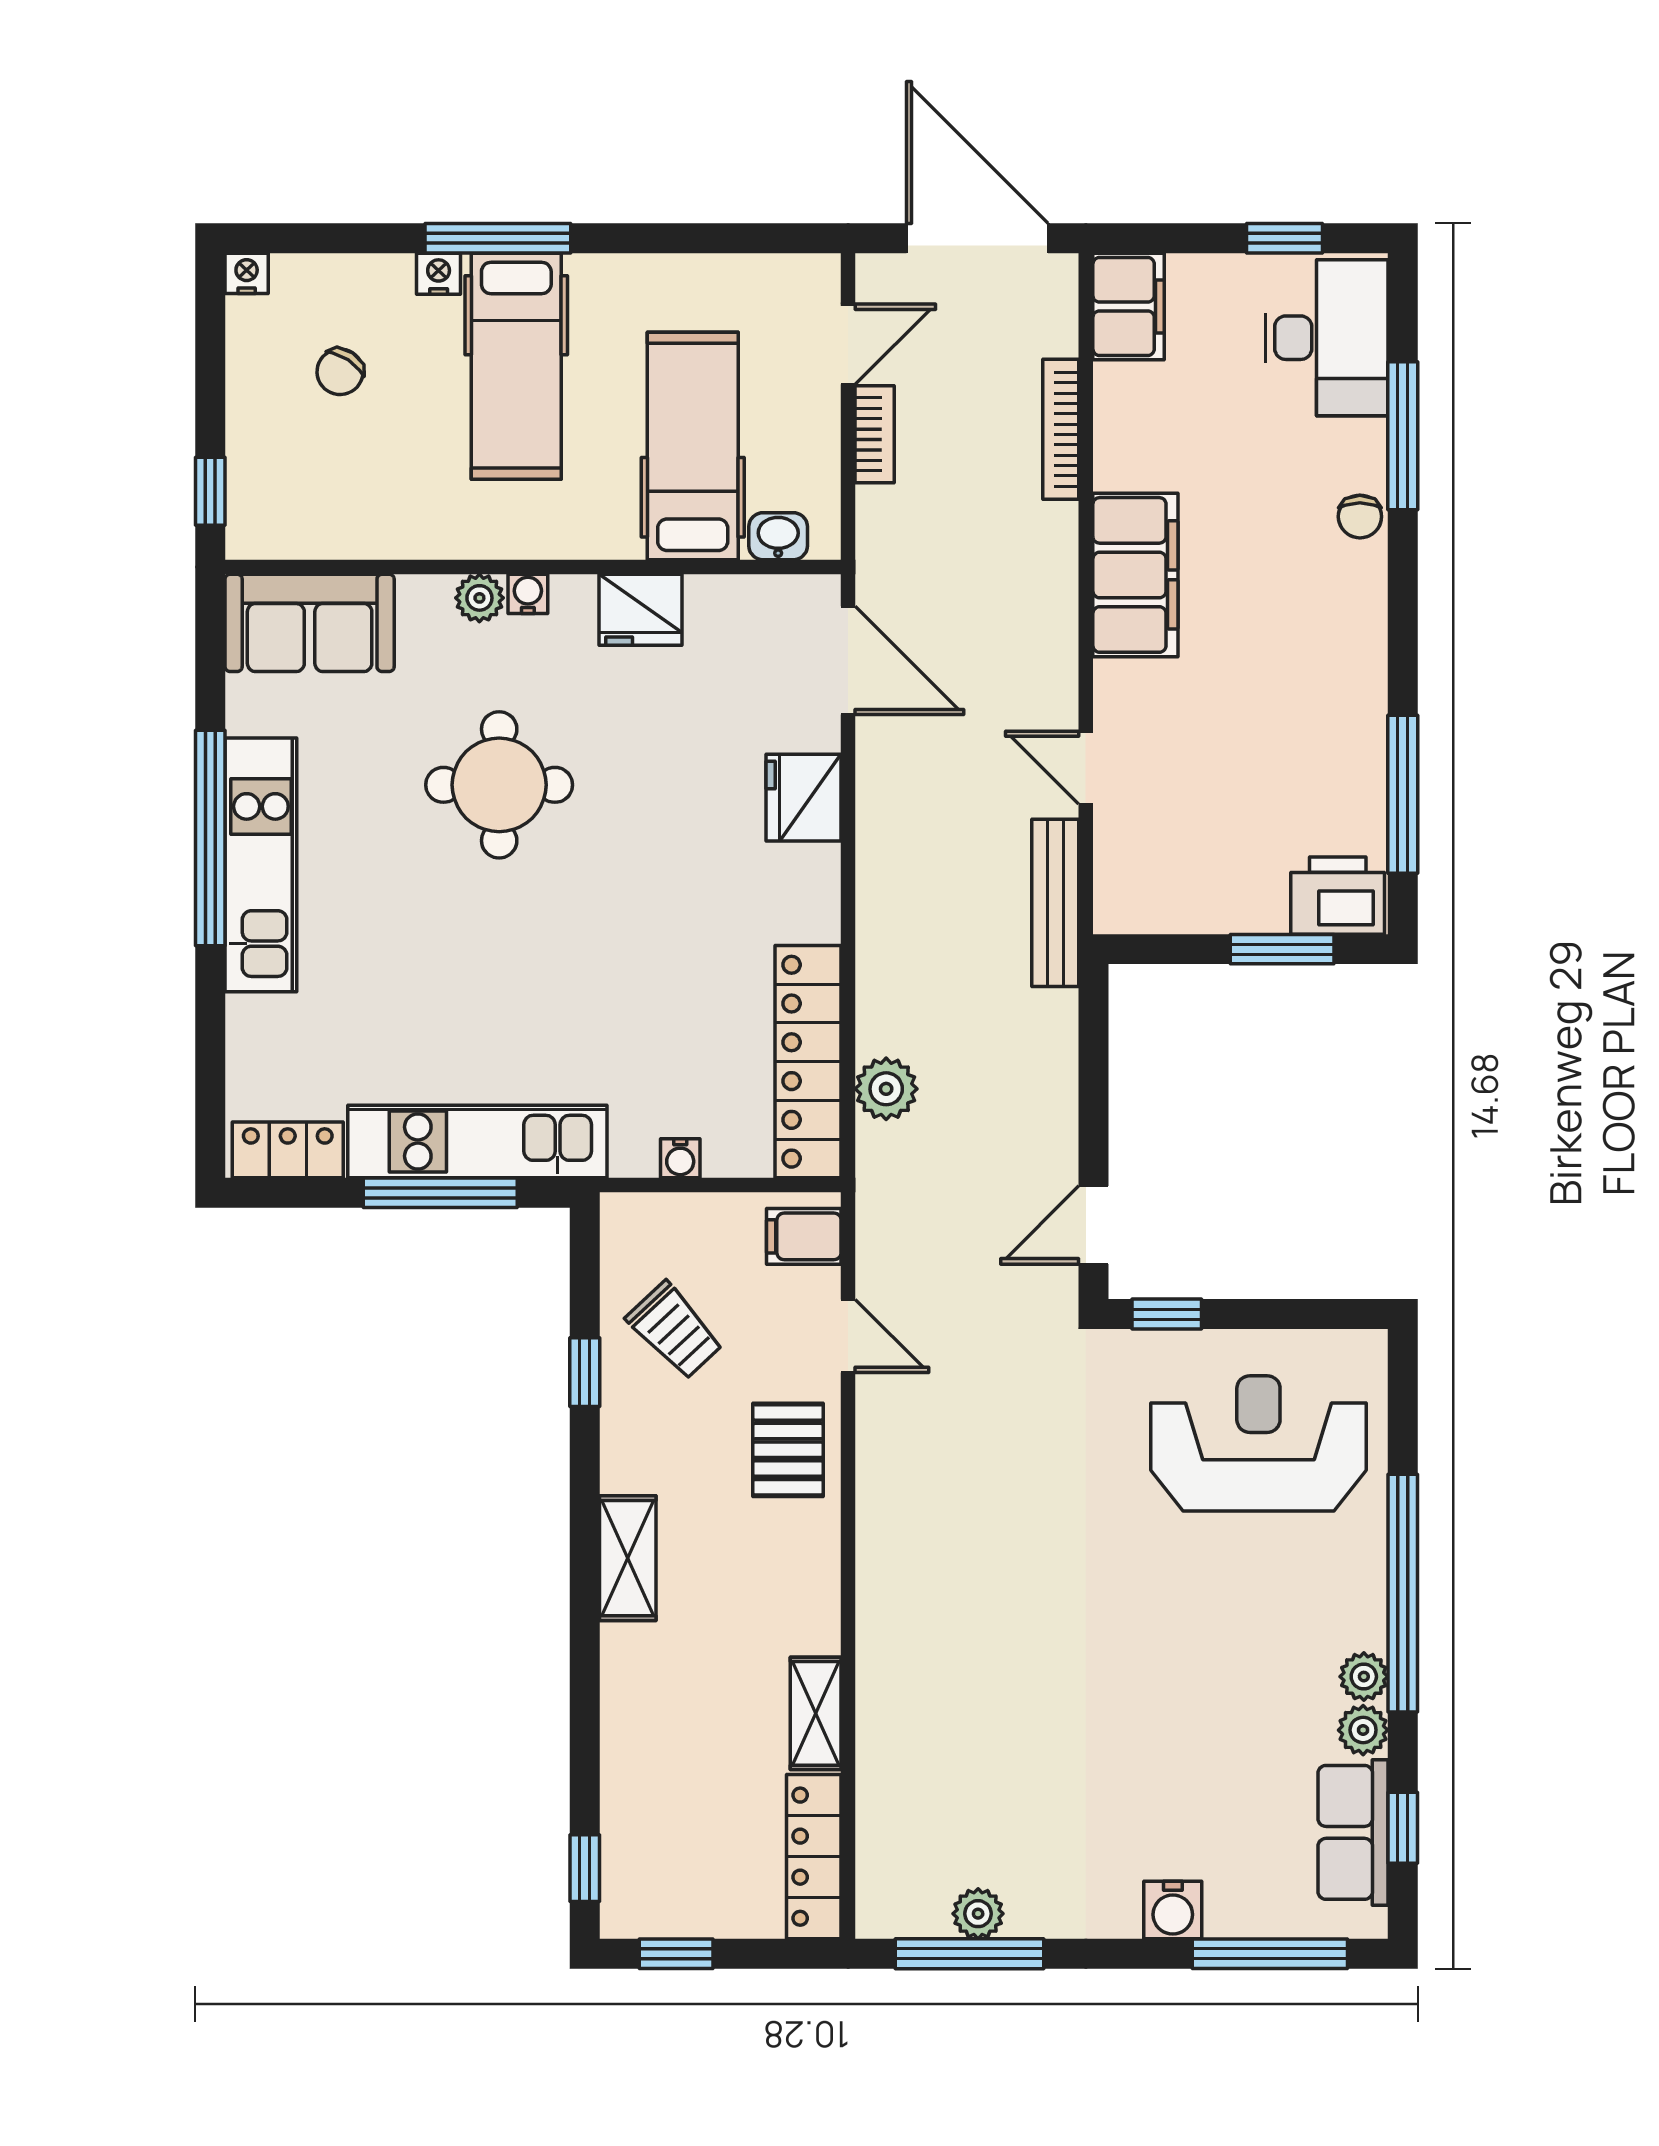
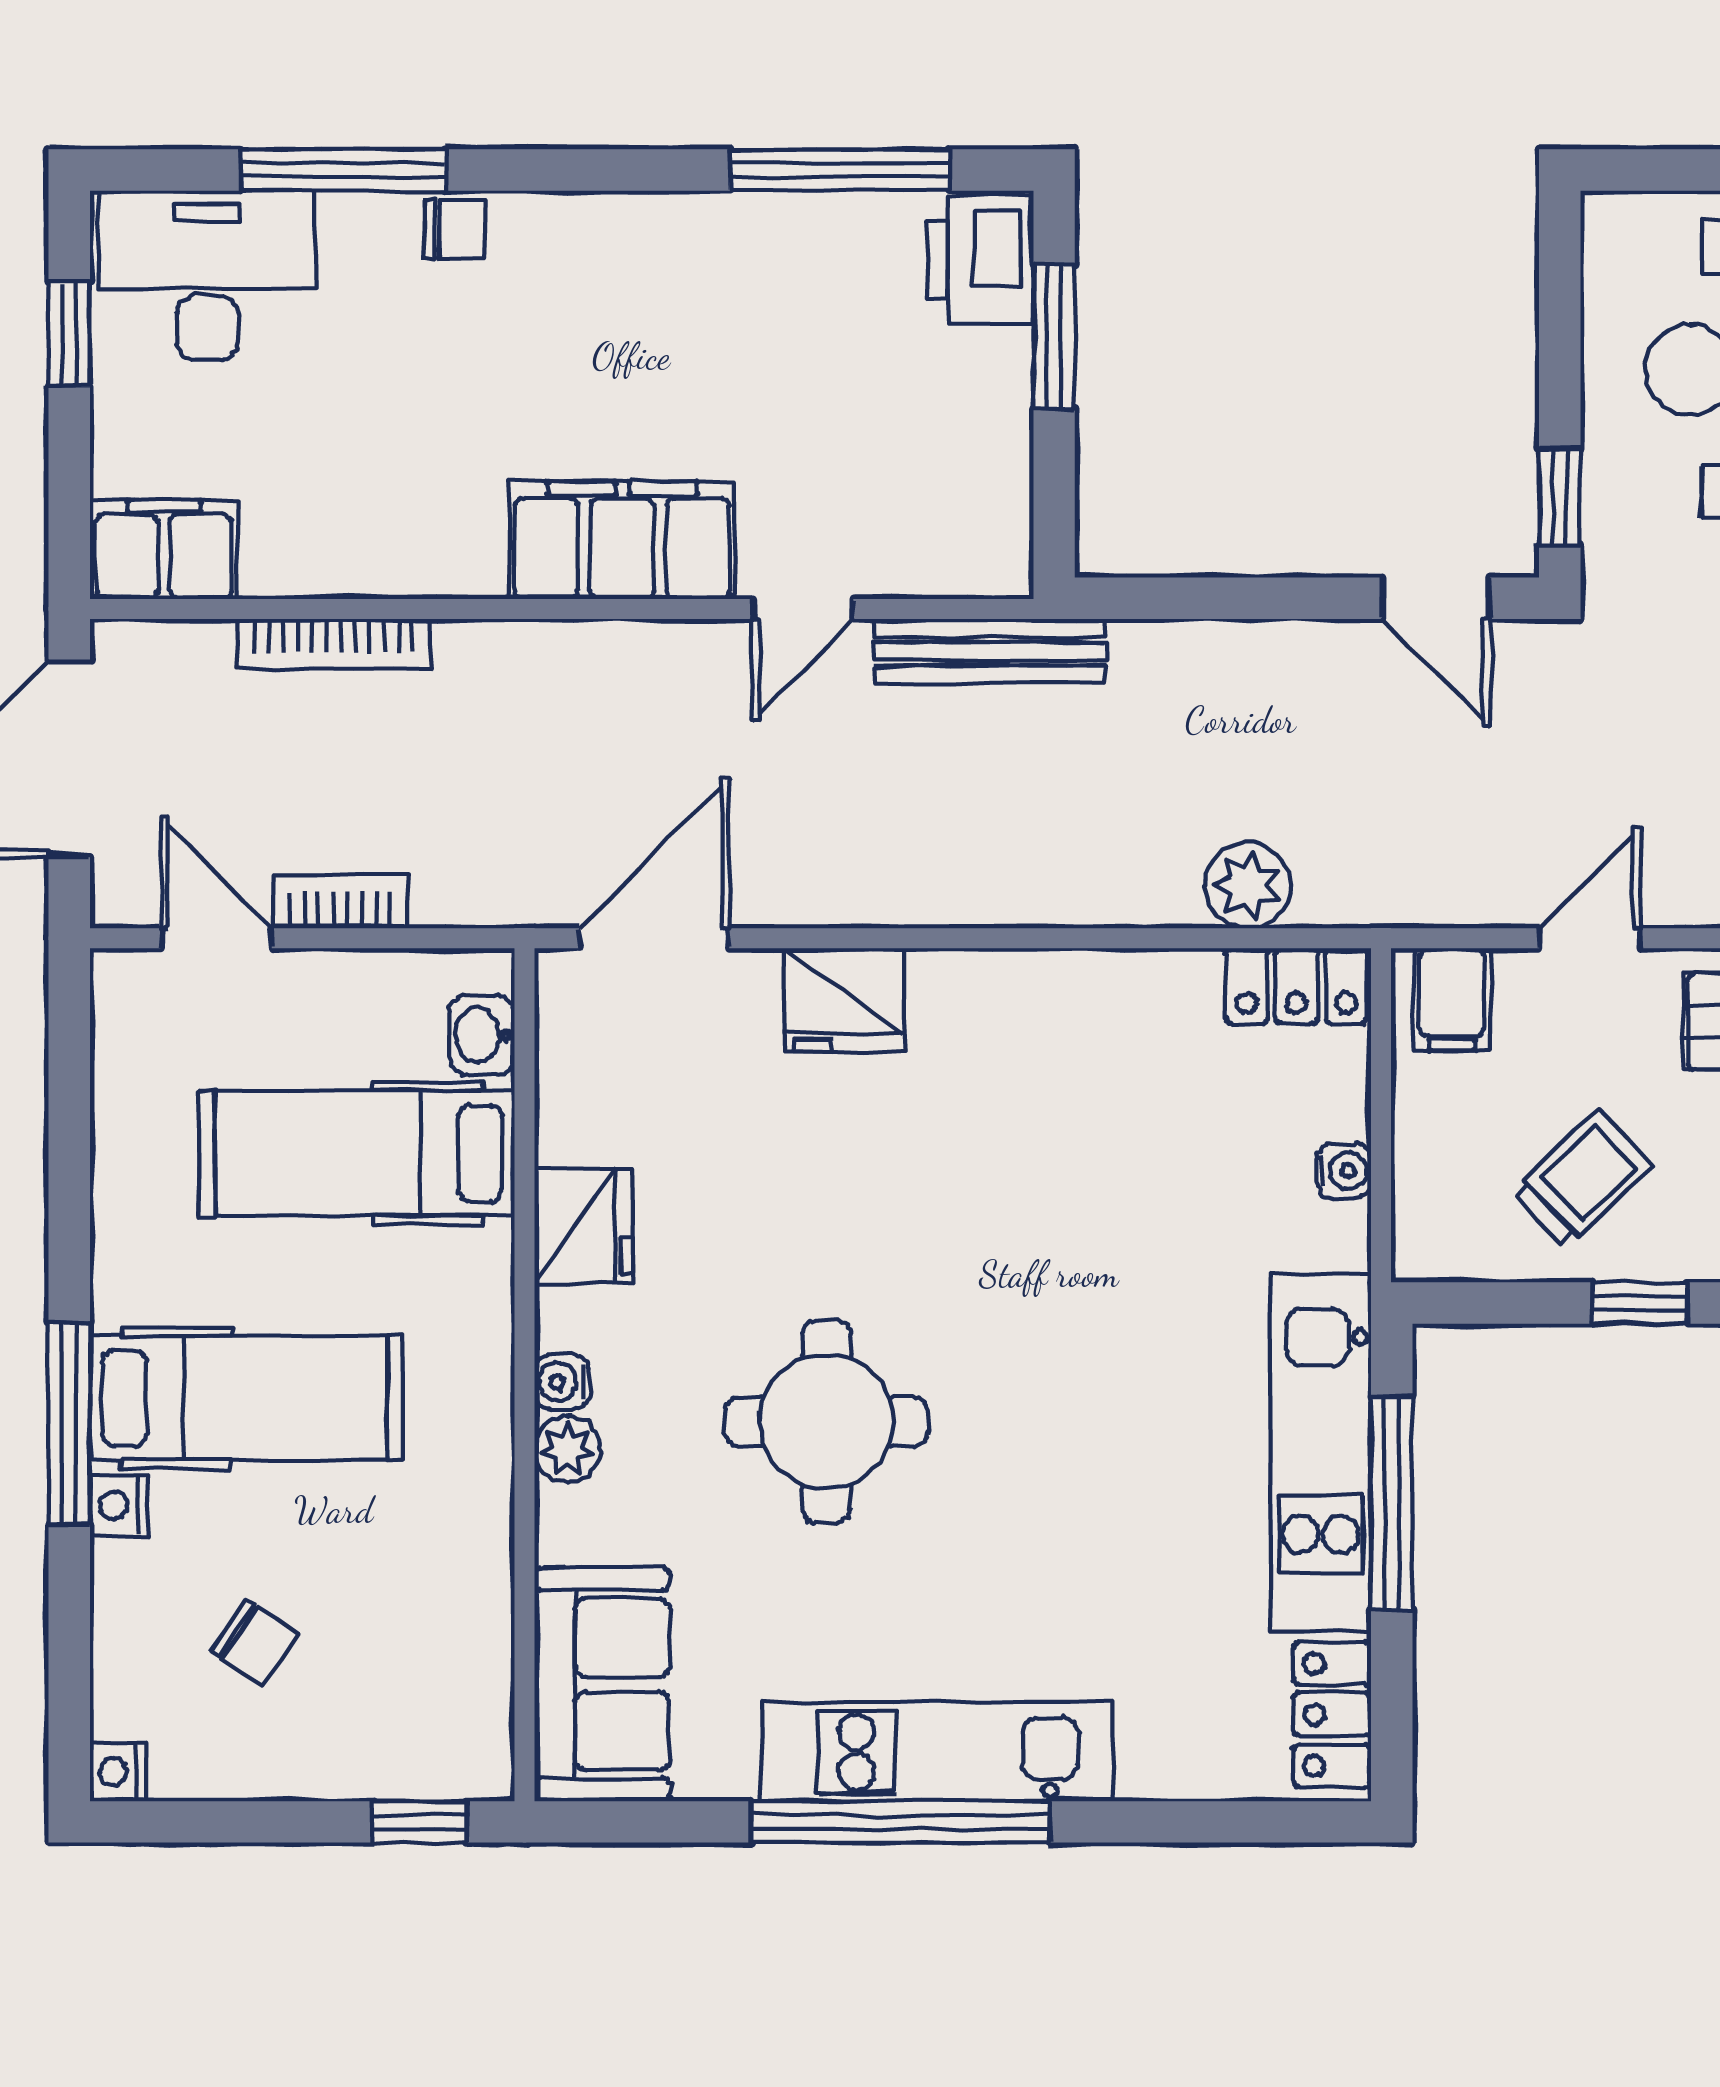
filing cabinet: (1135, 575) -> (622, 540), moved
locker: (808, 1062) -> (1296, 986), width x0.46, depth x0.83

